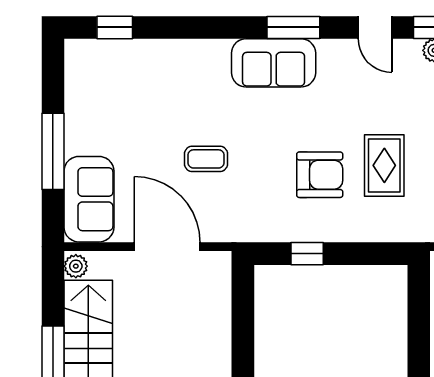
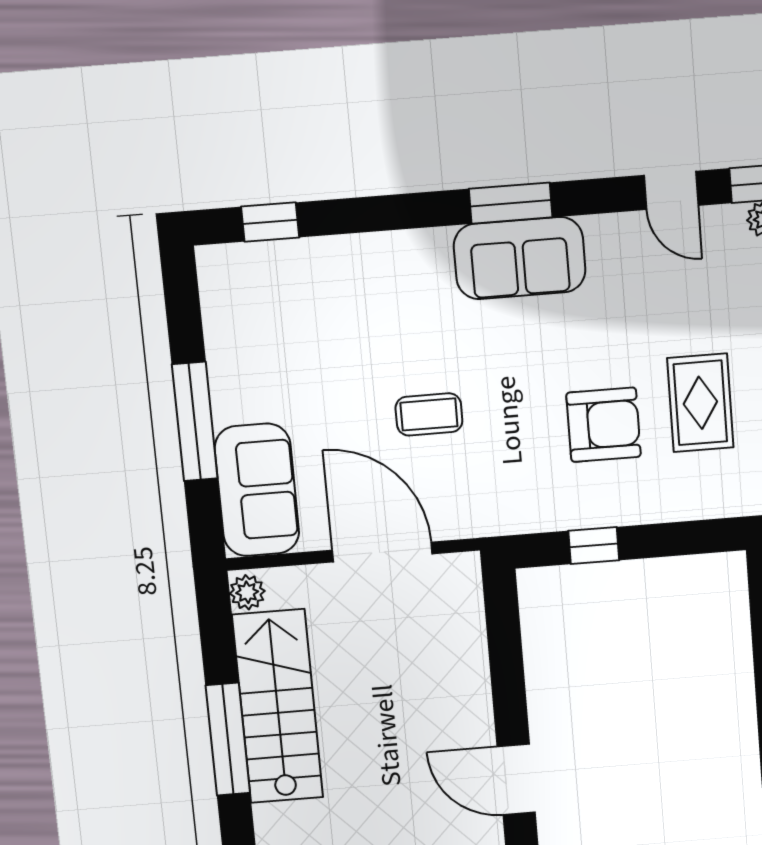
window: (293, 27) -> (511, 203), moved

